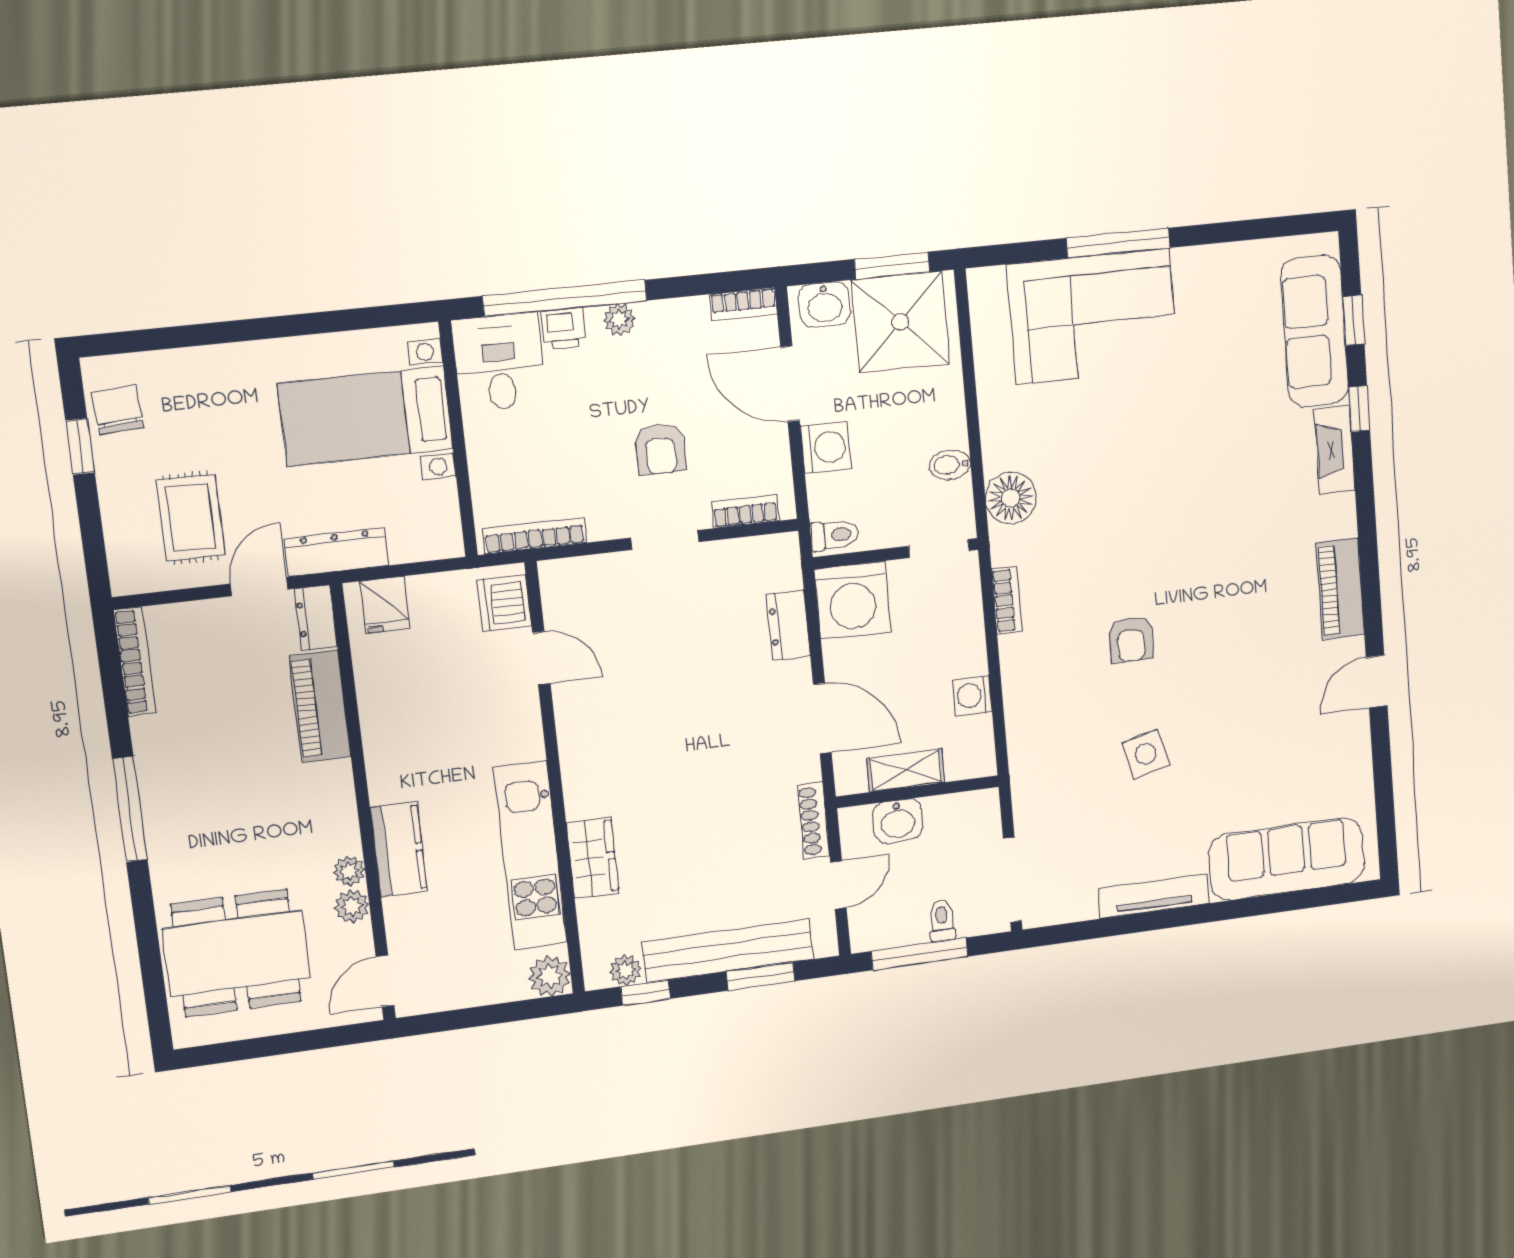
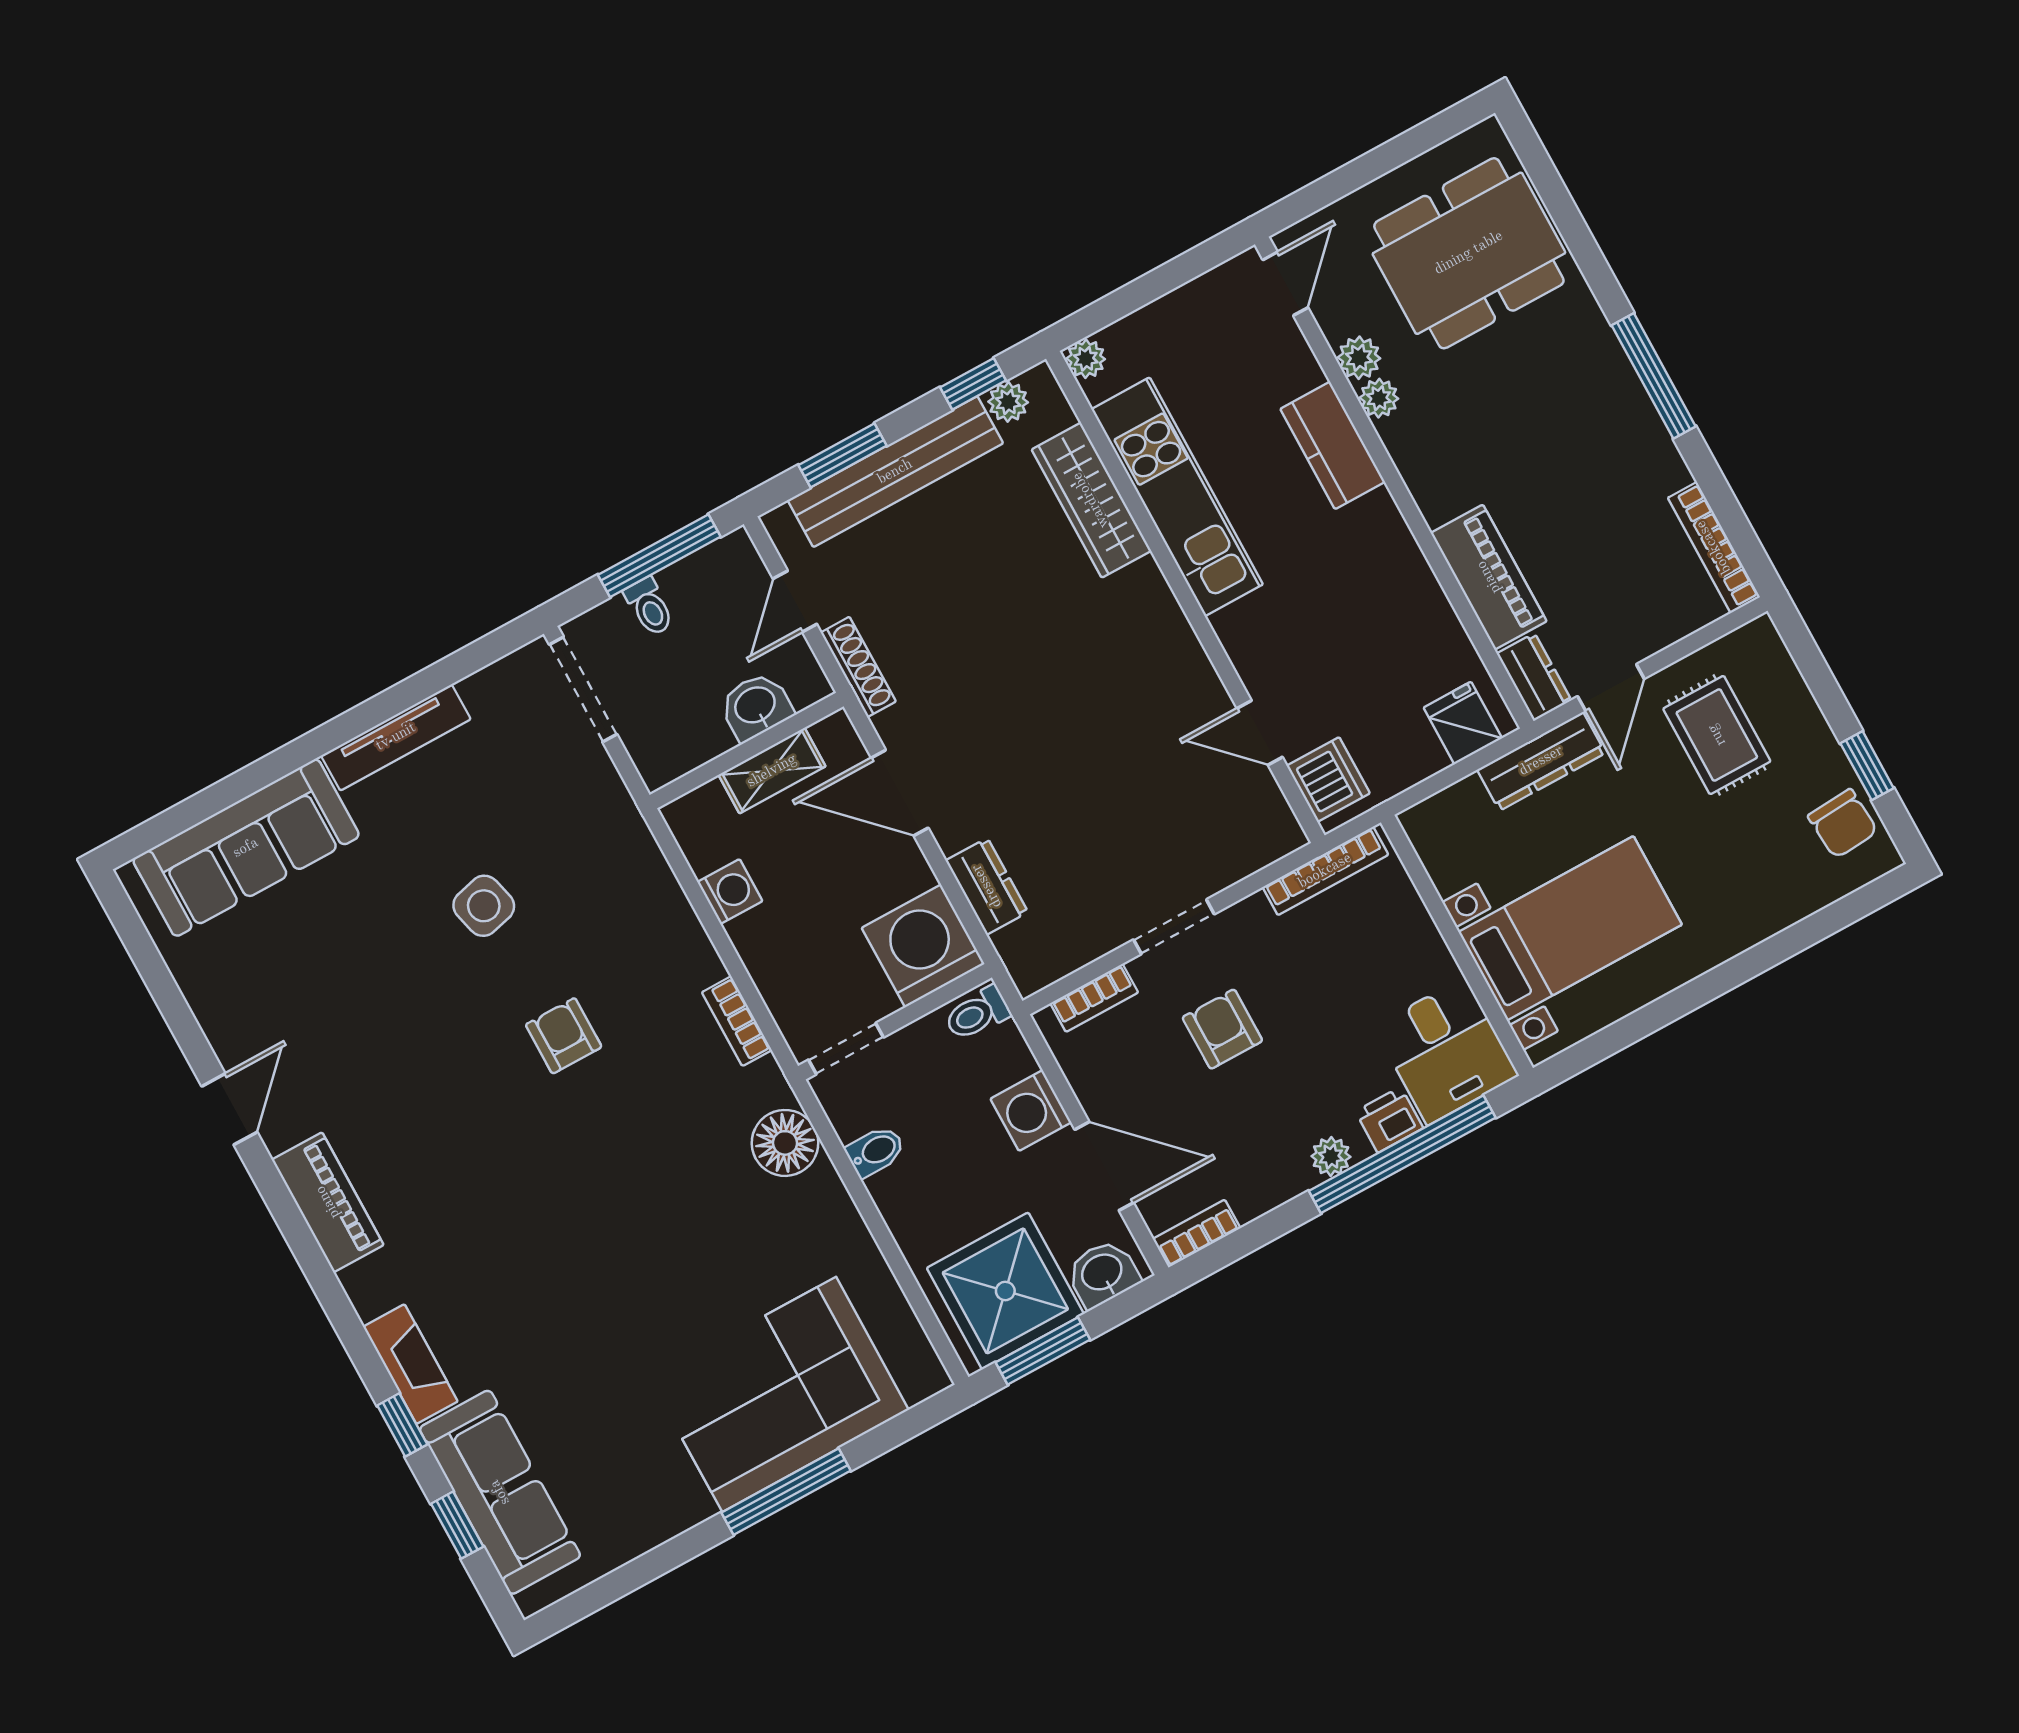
wardrobe: (593, 858) -> (1091, 500), width x1.50
plant: (550, 976) -> (1086, 359), width x0.73, depth x0.73

